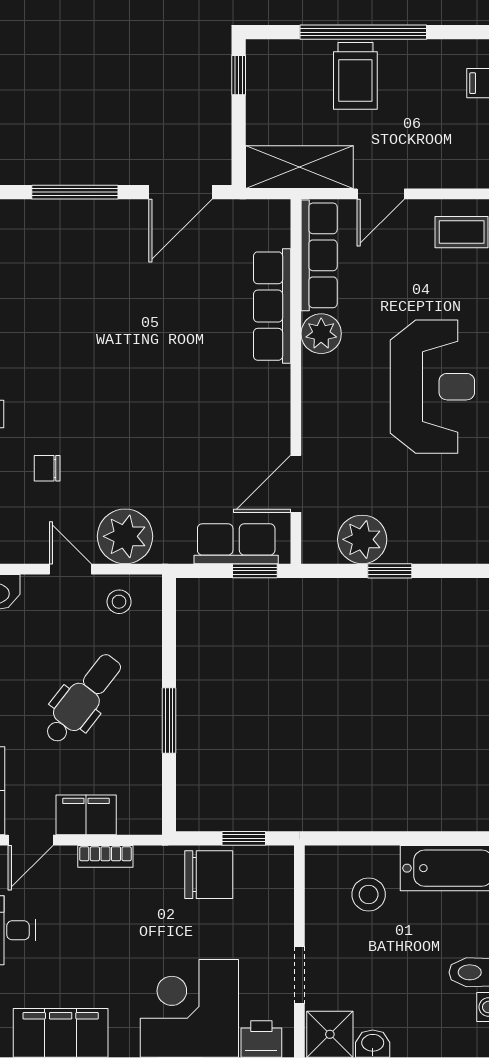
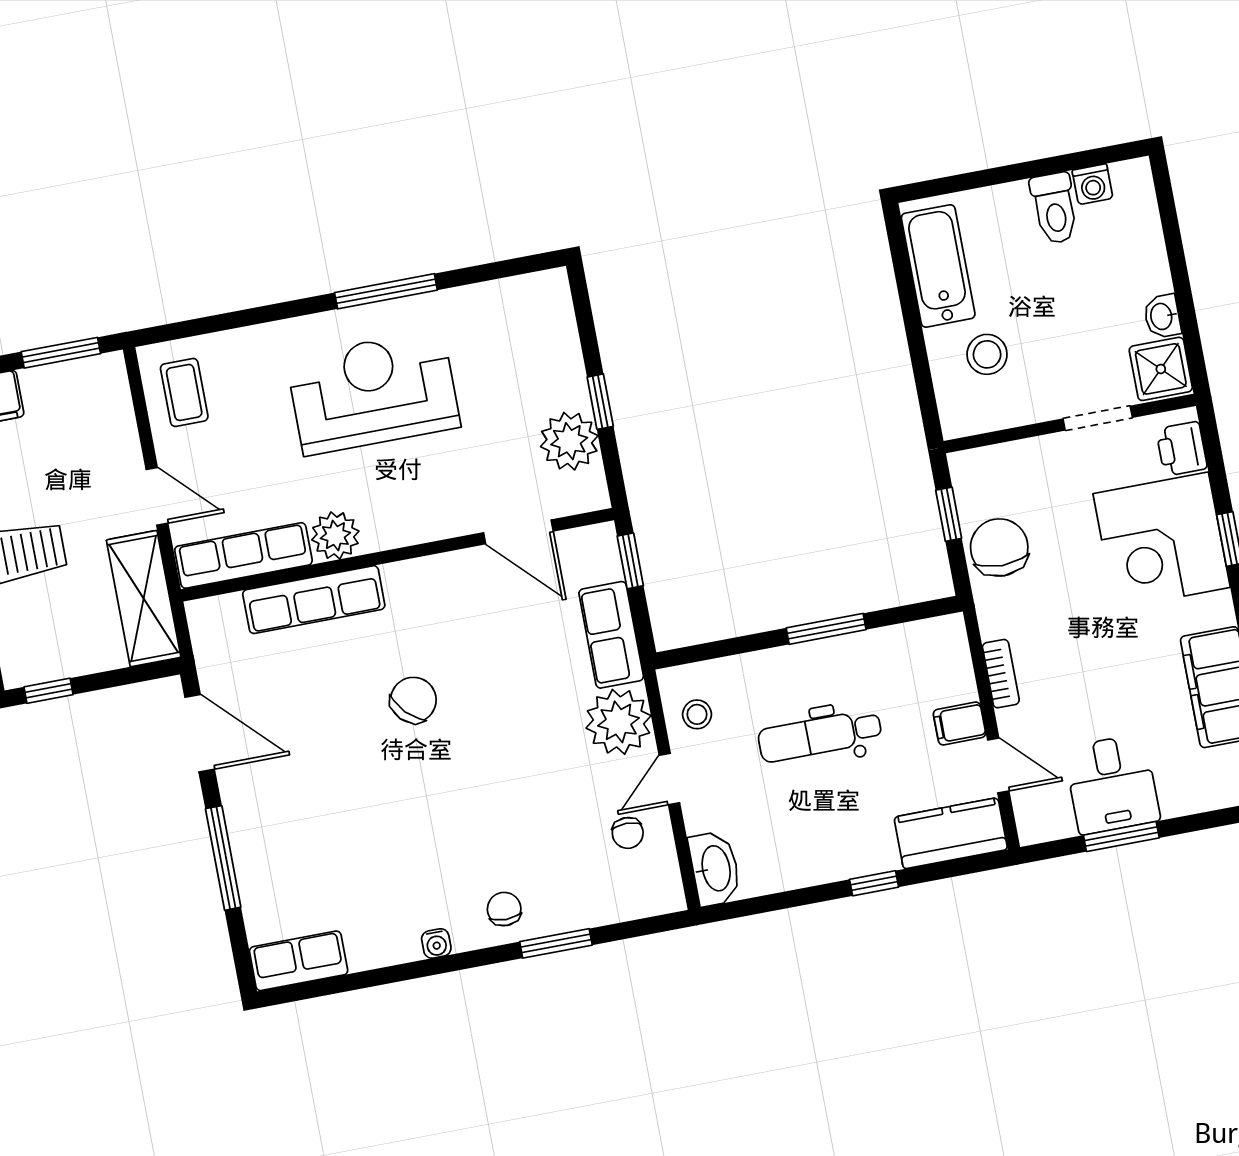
chair: (175, 372) -> (413, 700), added
chair: (47, 468) -> (628, 833), moved
row of seats: (236, 544) -> (611, 635), moved
dental chair: (83, 699) -> (820, 736), turned -38
filing cabinet: (86, 815) -> (960, 724), width x0.50

